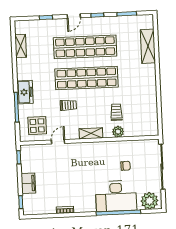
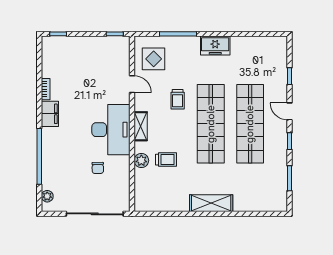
shelving: (21, 46) -> (255, 43), removed
shelving: (148, 46) -> (211, 203), moved
freezer: (25, 92) -> (215, 46), moved
filing cabinet: (28, 183) -> (50, 114), moved, turned -90
desk: (116, 196) -> (111, 130), moved, turned 180
plant: (149, 201) -> (47, 196), width x0.53, depth x0.53

